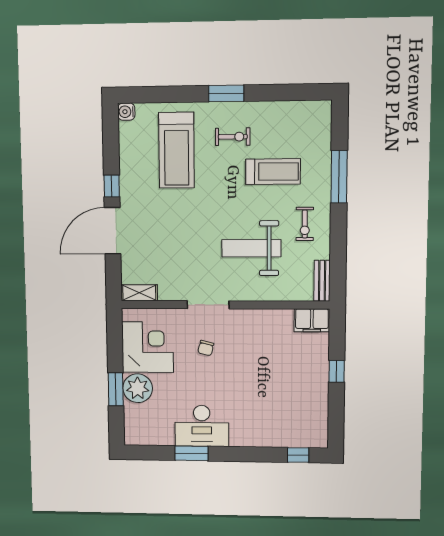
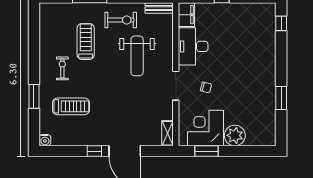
window: (226, 93) -> (34, 96), moved
treadmill: (177, 150) -> (71, 106), width x0.73, depth x0.73
exercise bike: (305, 224) -> (121, 20), width x1.38, depth x1.39
window: (116, 389) -> (207, 151), moved
desk: (202, 426) -> (193, 46), moved, turned 180

